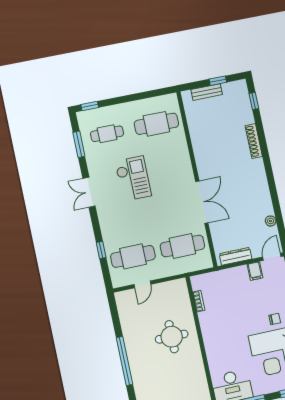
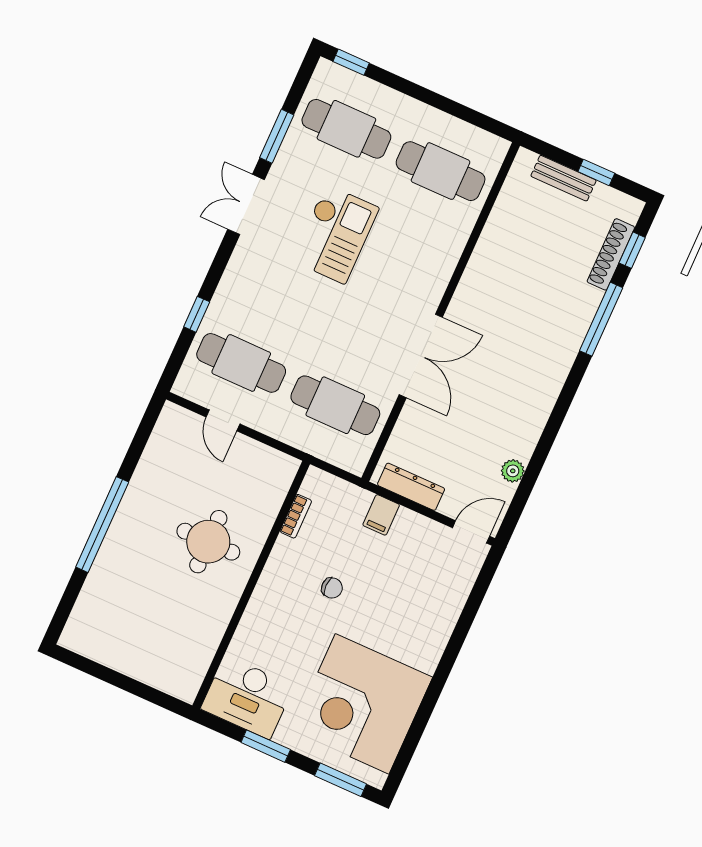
cafe table: (107, 134) -> (346, 129), width x1.37, depth x1.35
window: (262, 137) -> (601, 319), added
shoe rack: (254, 141) -> (611, 254), moved
window: (79, 144) -> (277, 136), moved
filing cabinet: (255, 271) -> (381, 515), moved
door: (142, 284) -> (223, 420), hinge flipped
chair: (275, 319) -> (332, 588), moved

